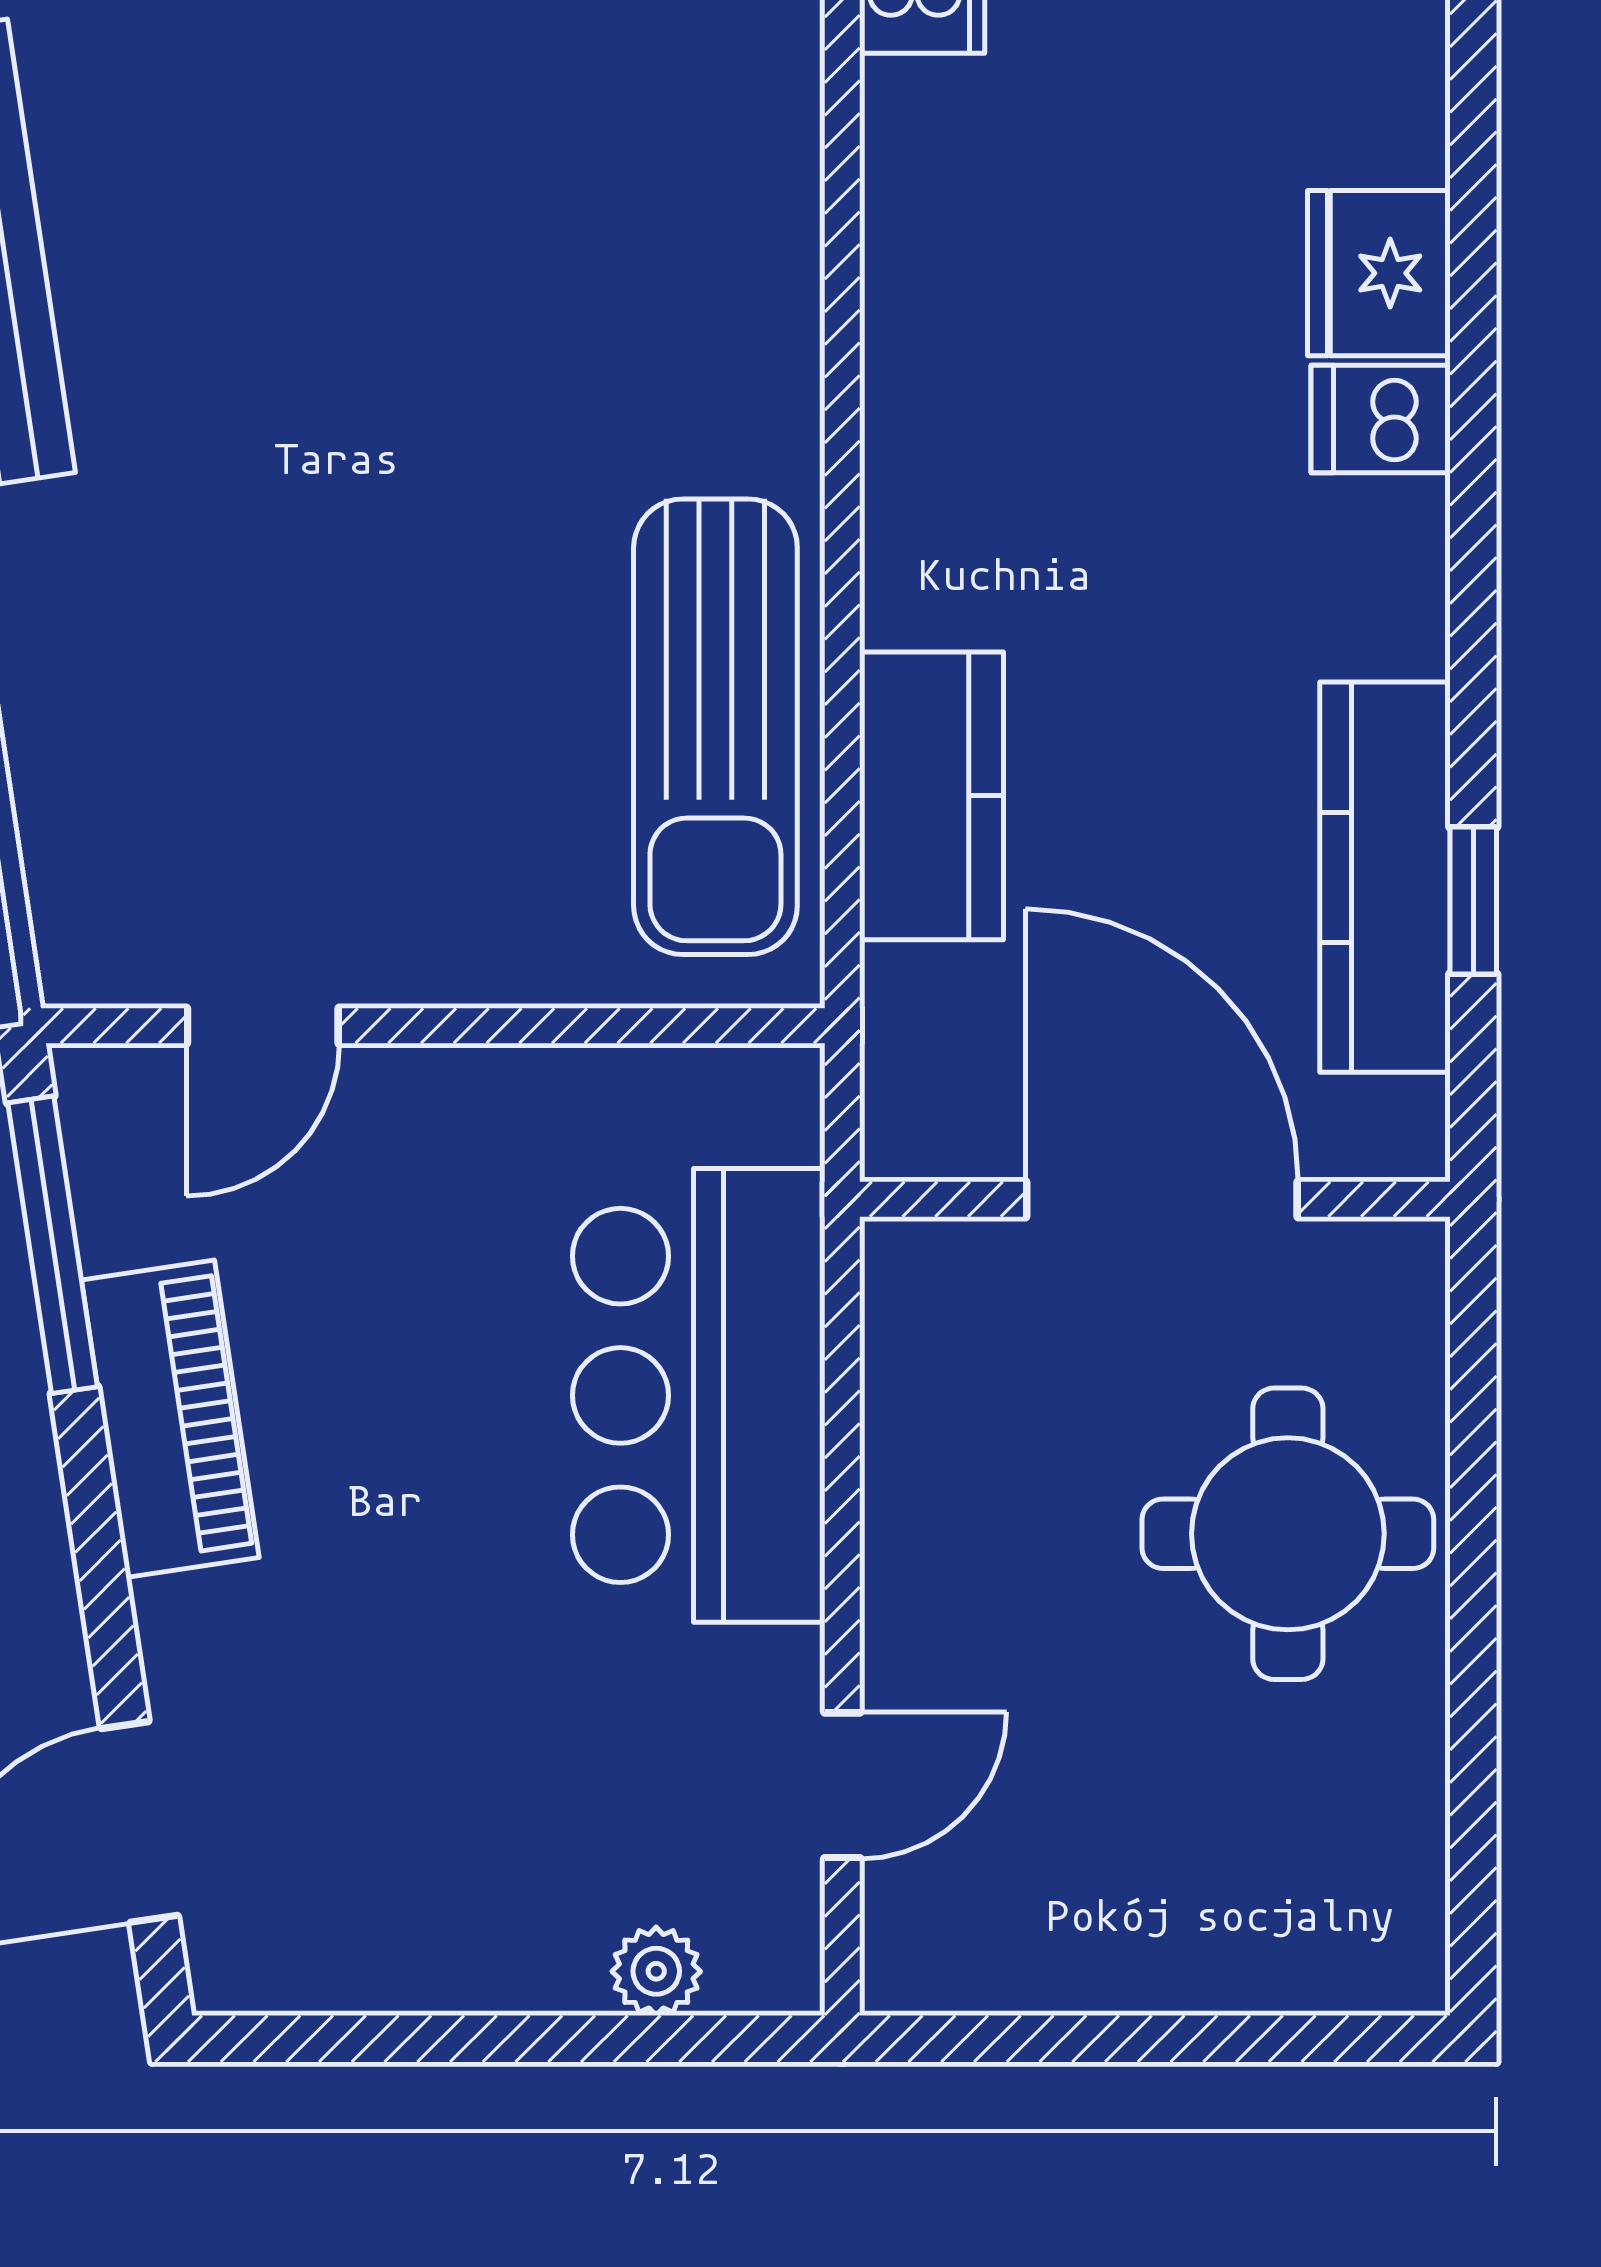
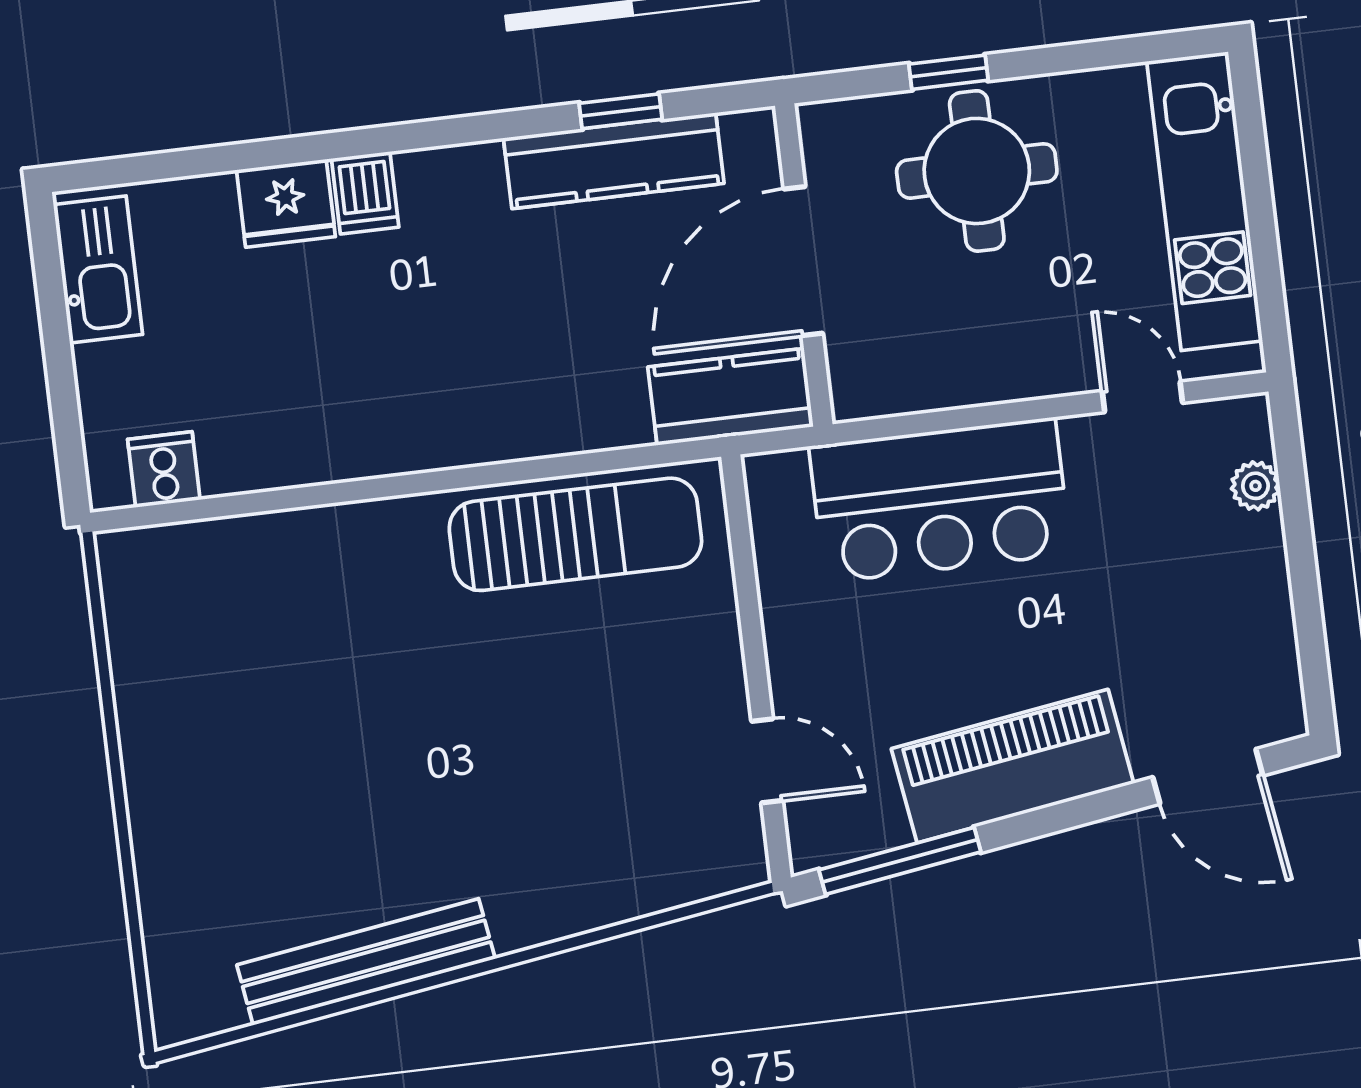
kitchen counter: (931, 796) -> (731, 397), moved
piano: (170, 1419) -> (1013, 766), width x1.37, depth x1.33
window: (1473, 1504) -> (949, 72), added
kitchen unit: (1184, 1941) -> (1205, 201), added

